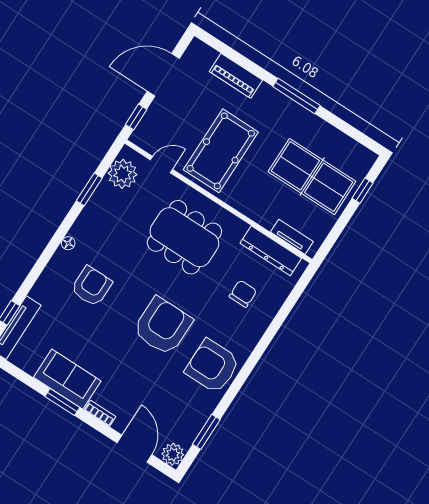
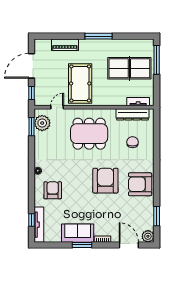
window: (89, 189) -> (31, 127), moved
window: (362, 191) -> (157, 60), width x2.17
armchair: (92, 286) -> (53, 190), moved

